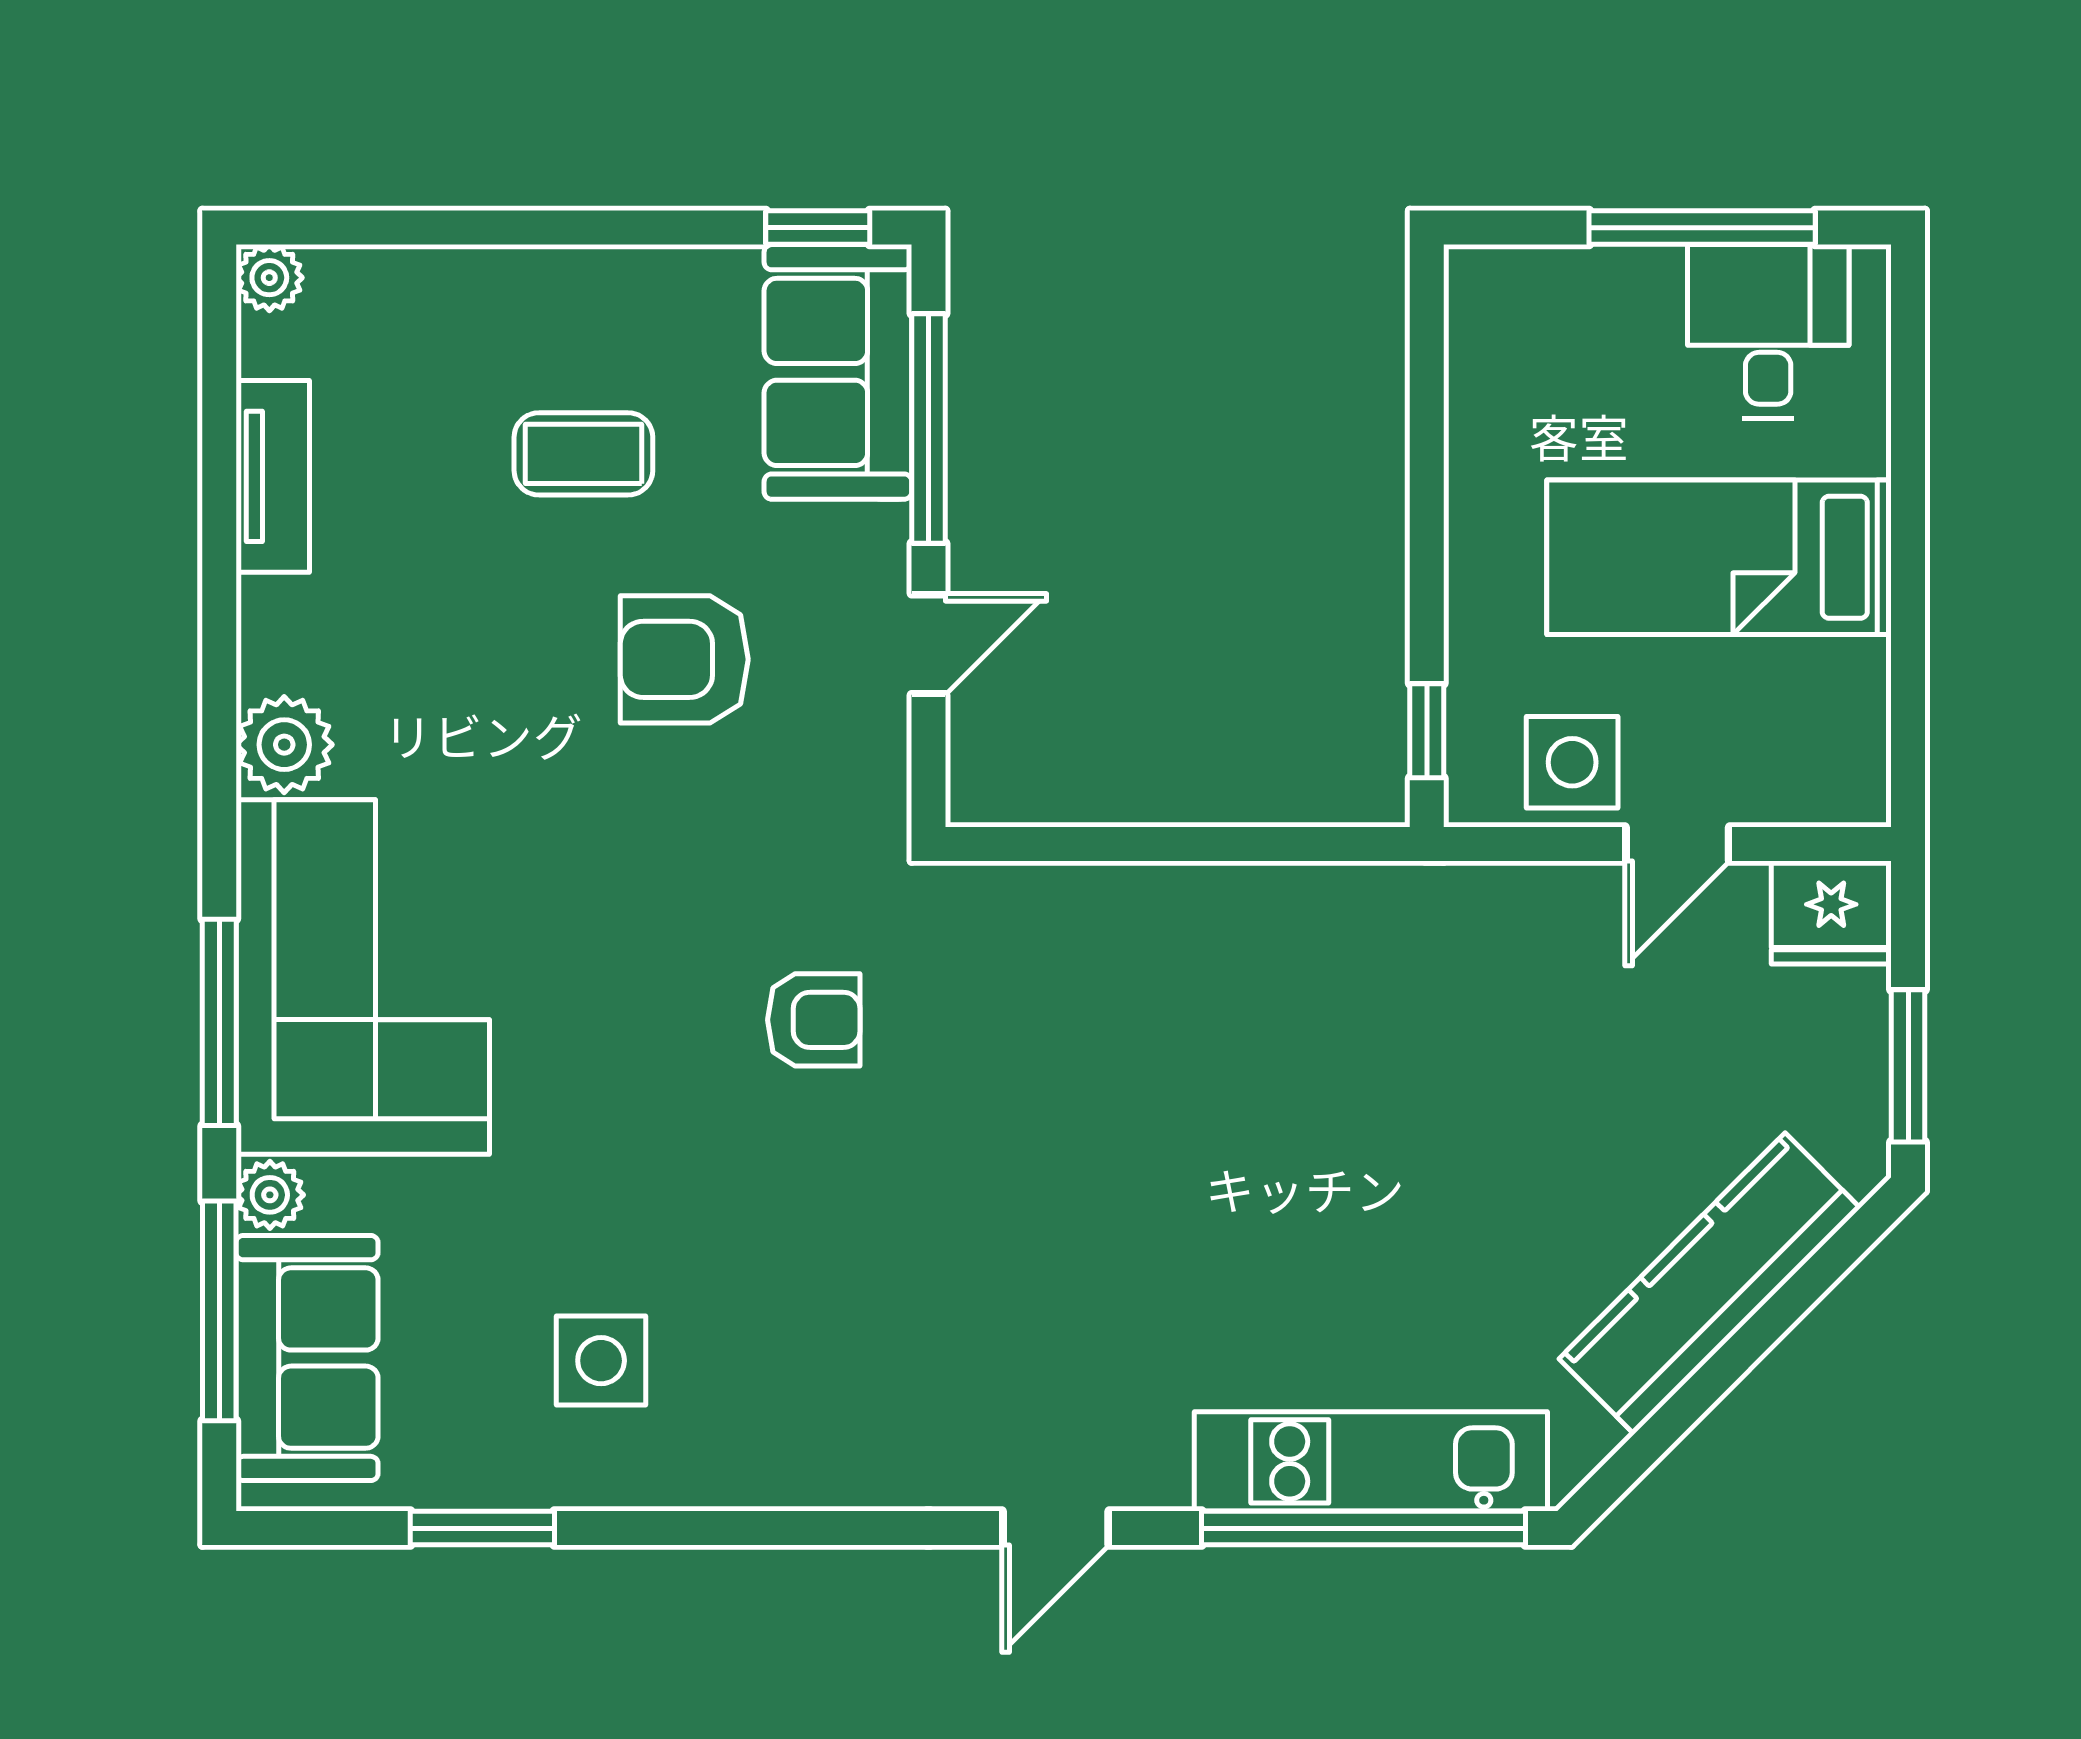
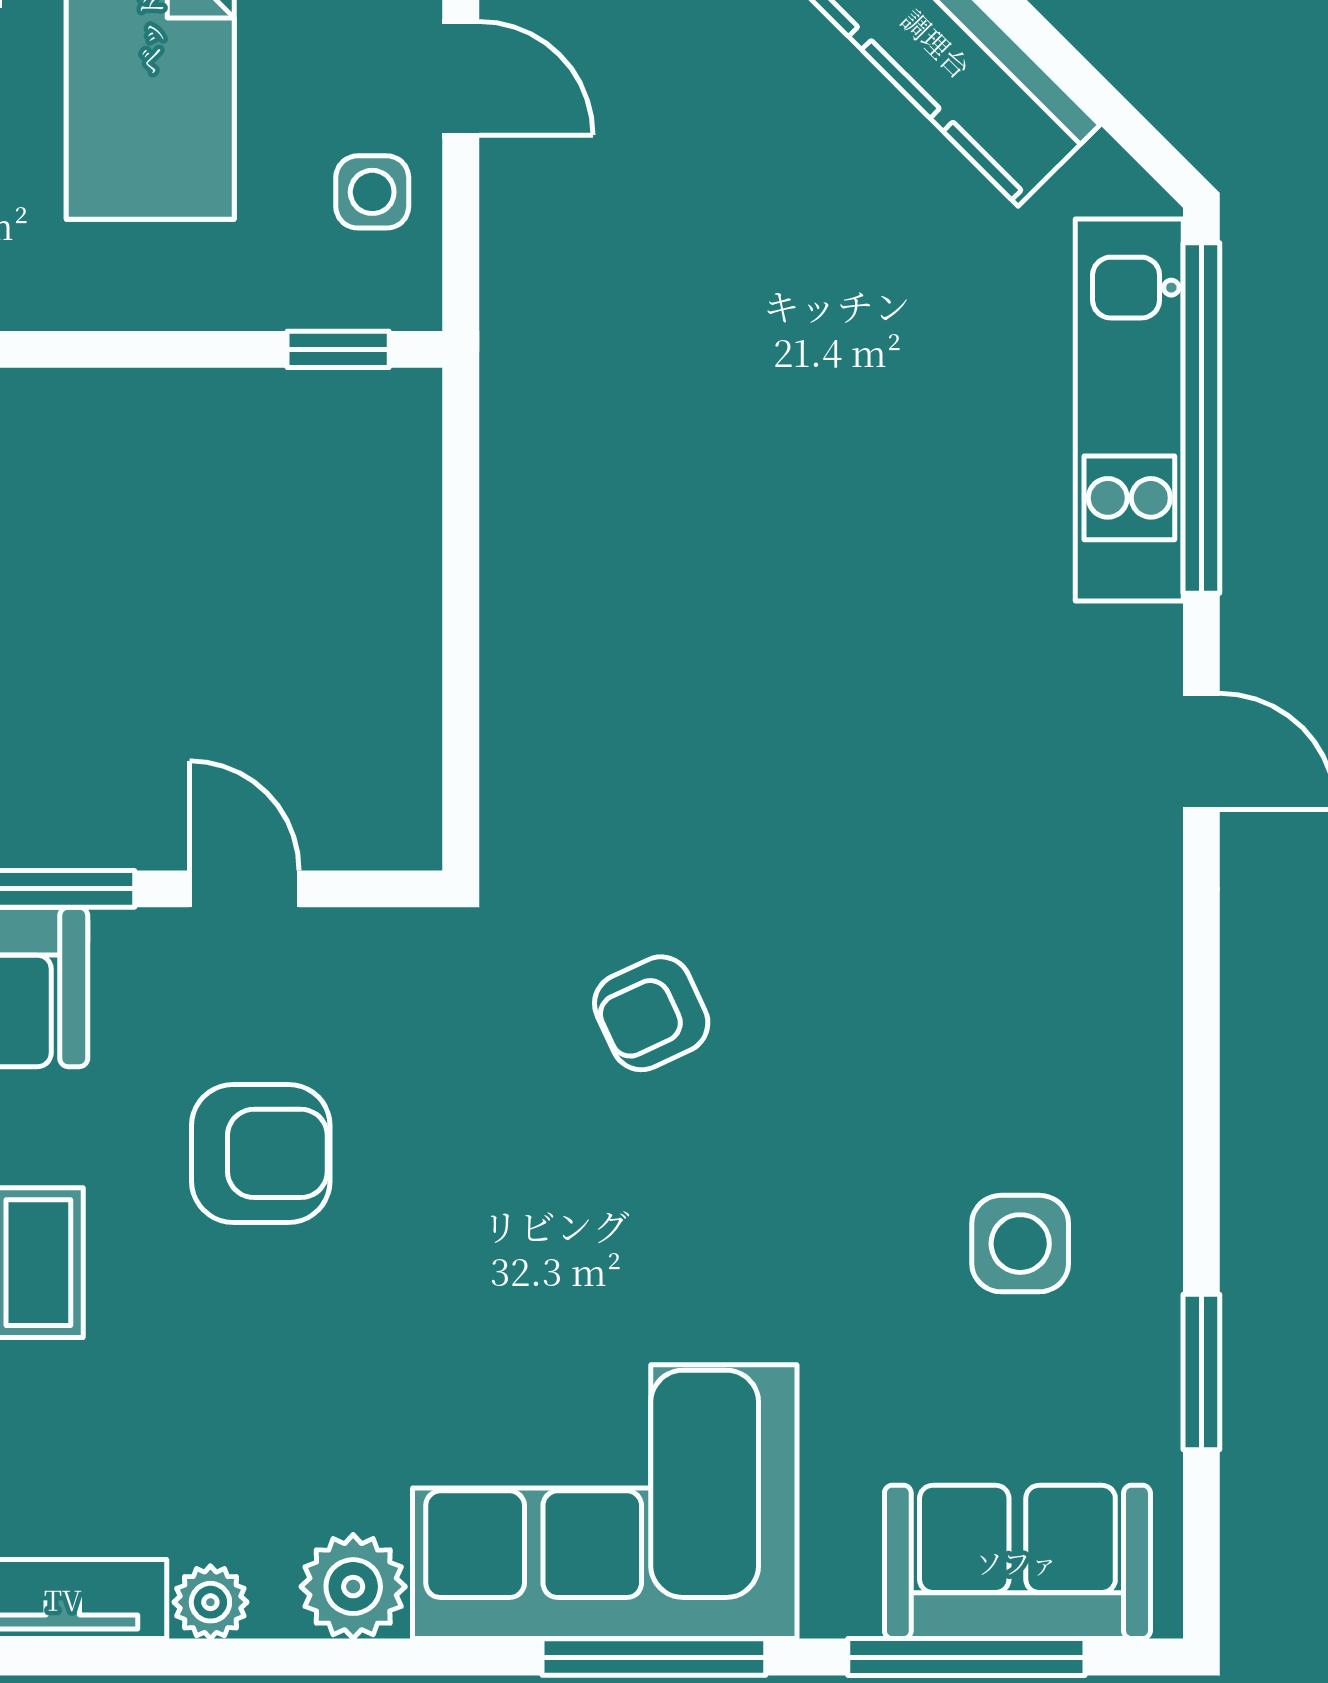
armchair: (684, 659) -> (261, 1153), turned -90
side table: (1572, 762) -> (372, 192), width x0.73, depth x0.73
armchair: (814, 1020) -> (651, 1013), turned -115
plant: (270, 1195) -> (210, 1602), moved

